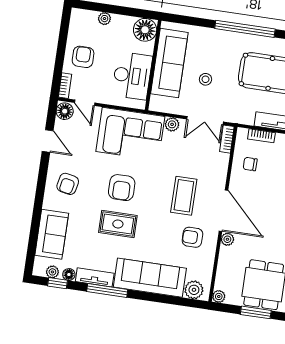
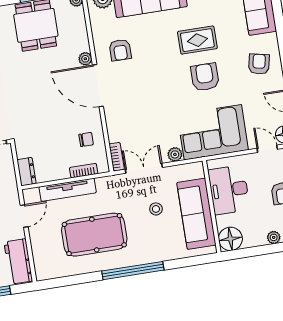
coffee table: (184, 196) -> (141, 88), removed
armchair: (192, 237) -> (120, 50), turned 90

